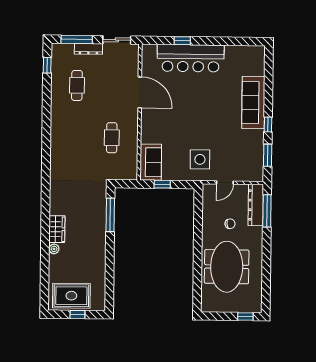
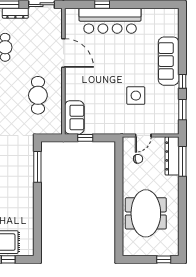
cafe table: (112, 138) -> (38, 95), width x1.37, depth x1.35
side table: (200, 159) -> (136, 96), moved
chair: (230, 224) -> (138, 159), moved

